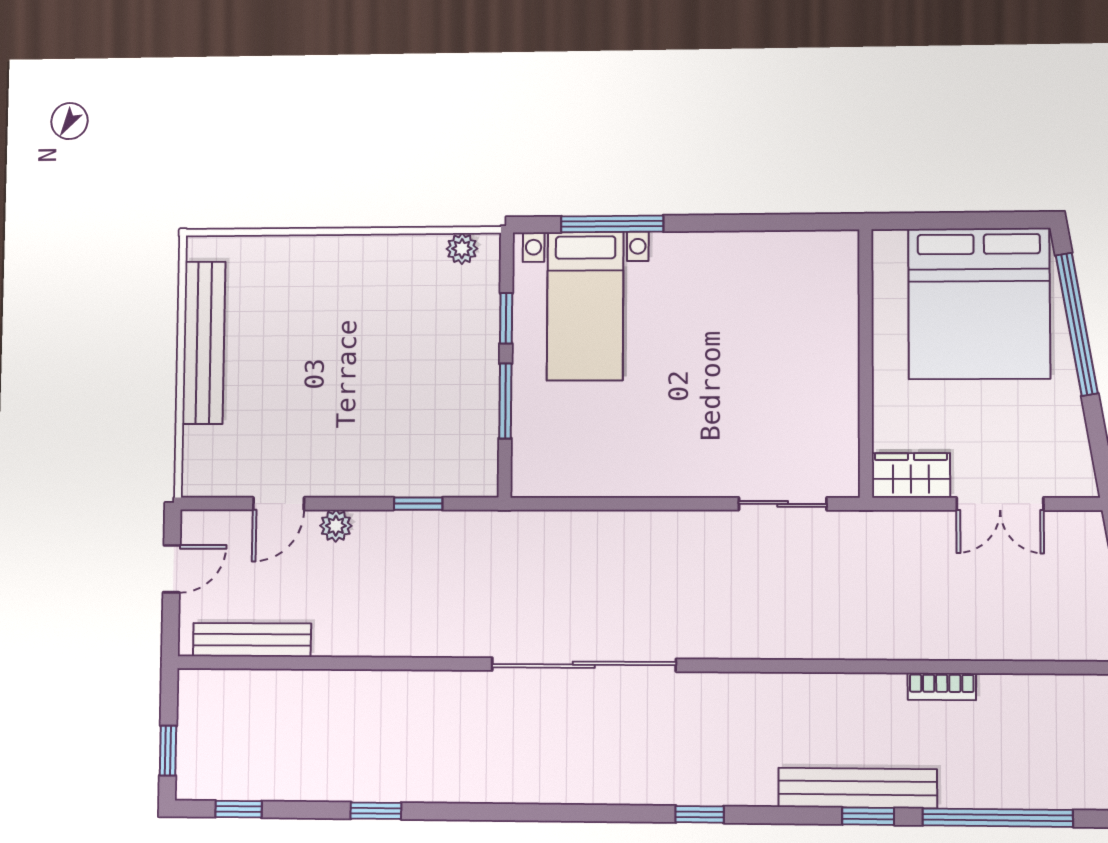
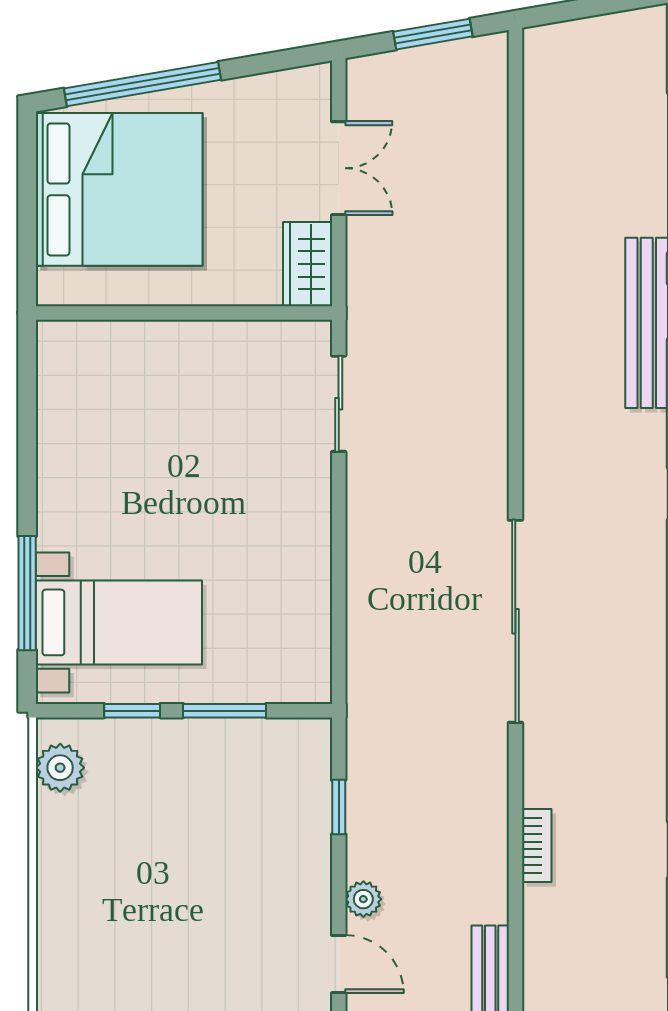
plant: (462, 249) -> (60, 768), width x1.38, depth x1.38
bookcase: (942, 687) -> (537, 846), moved

